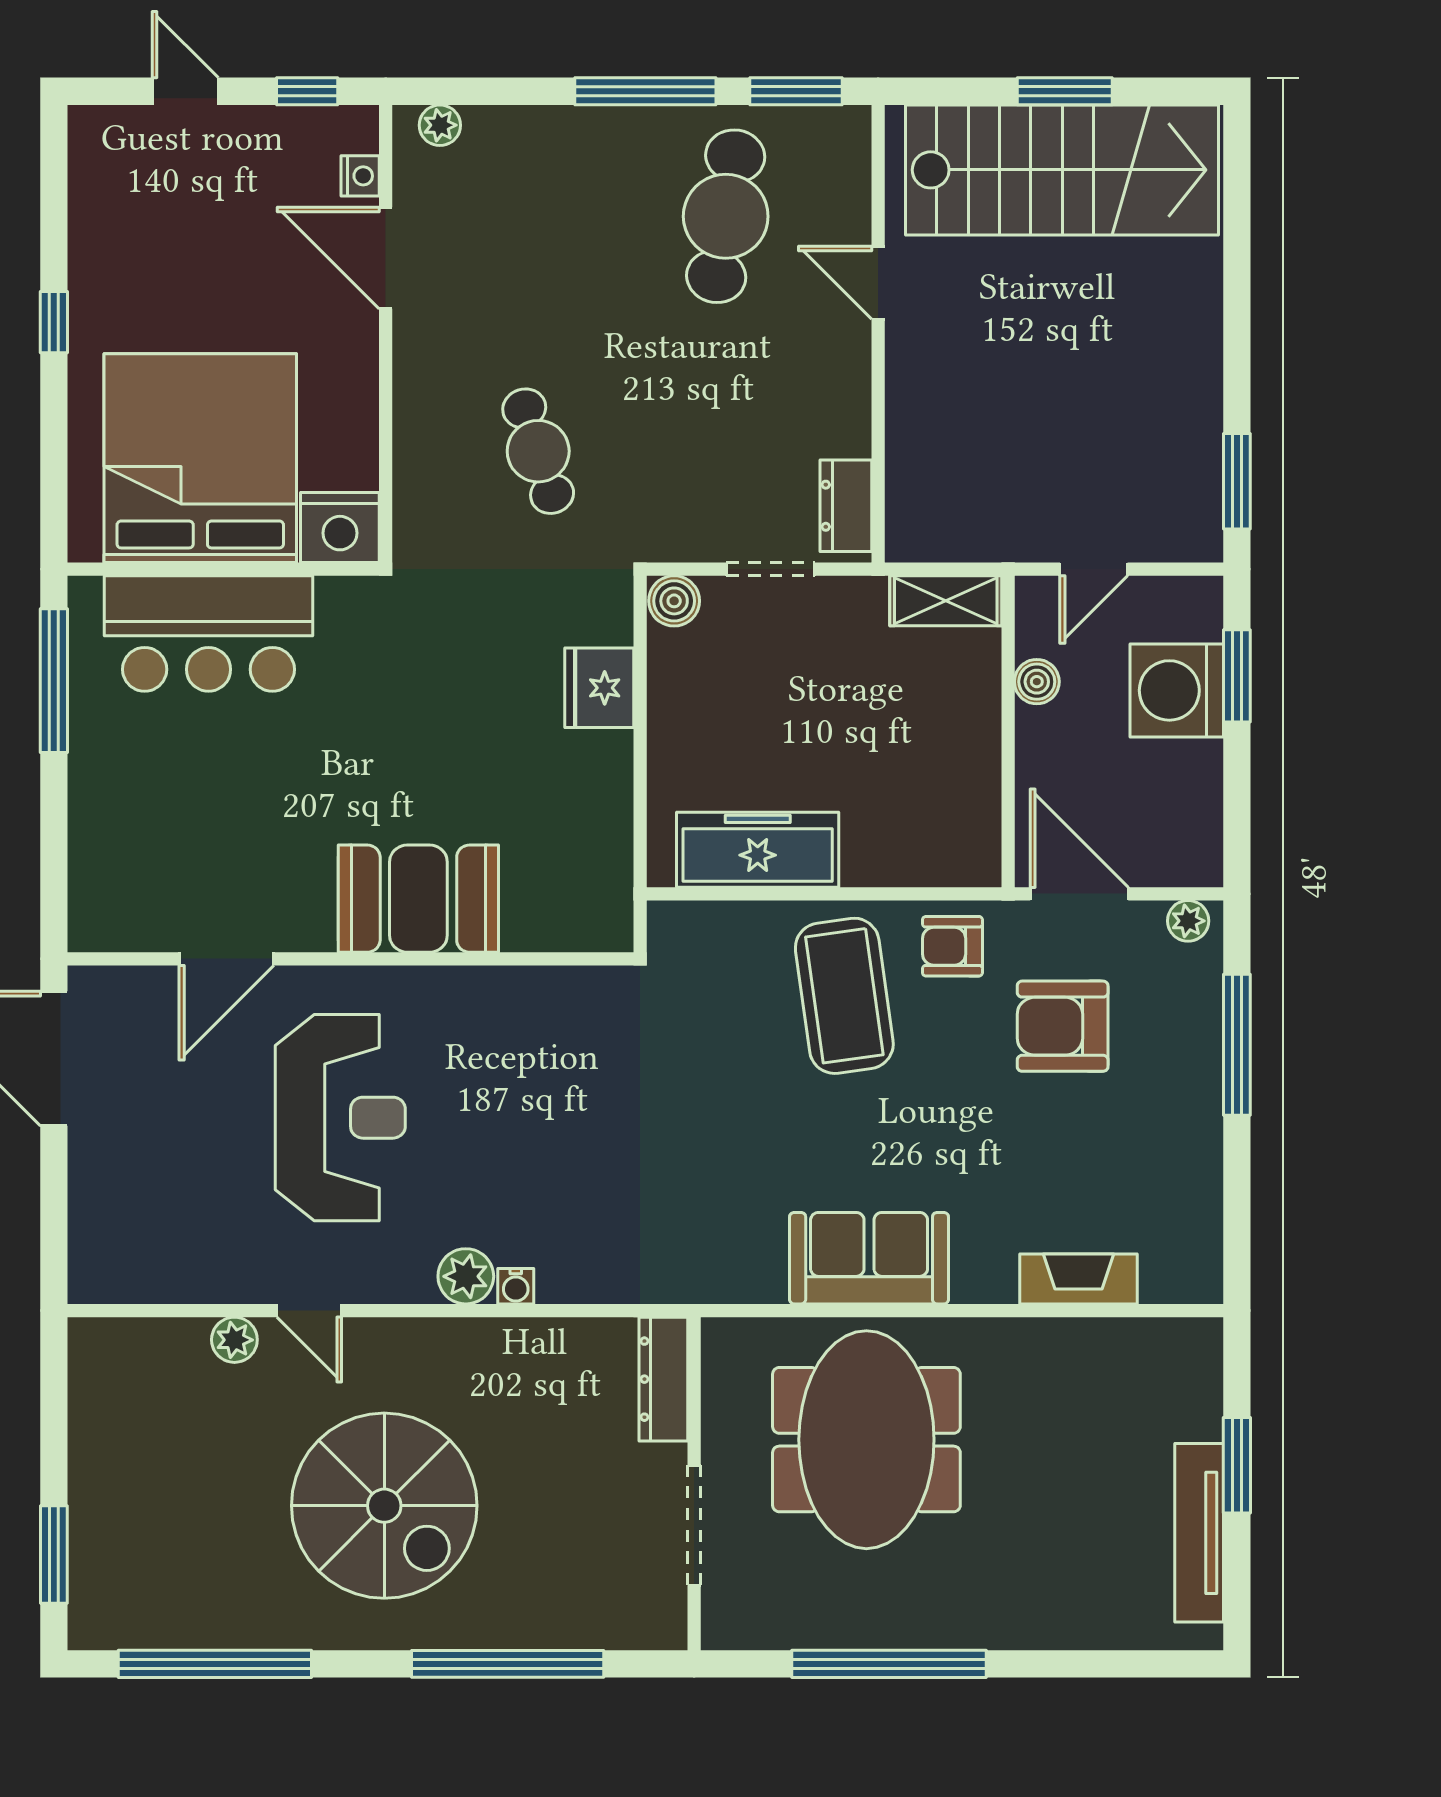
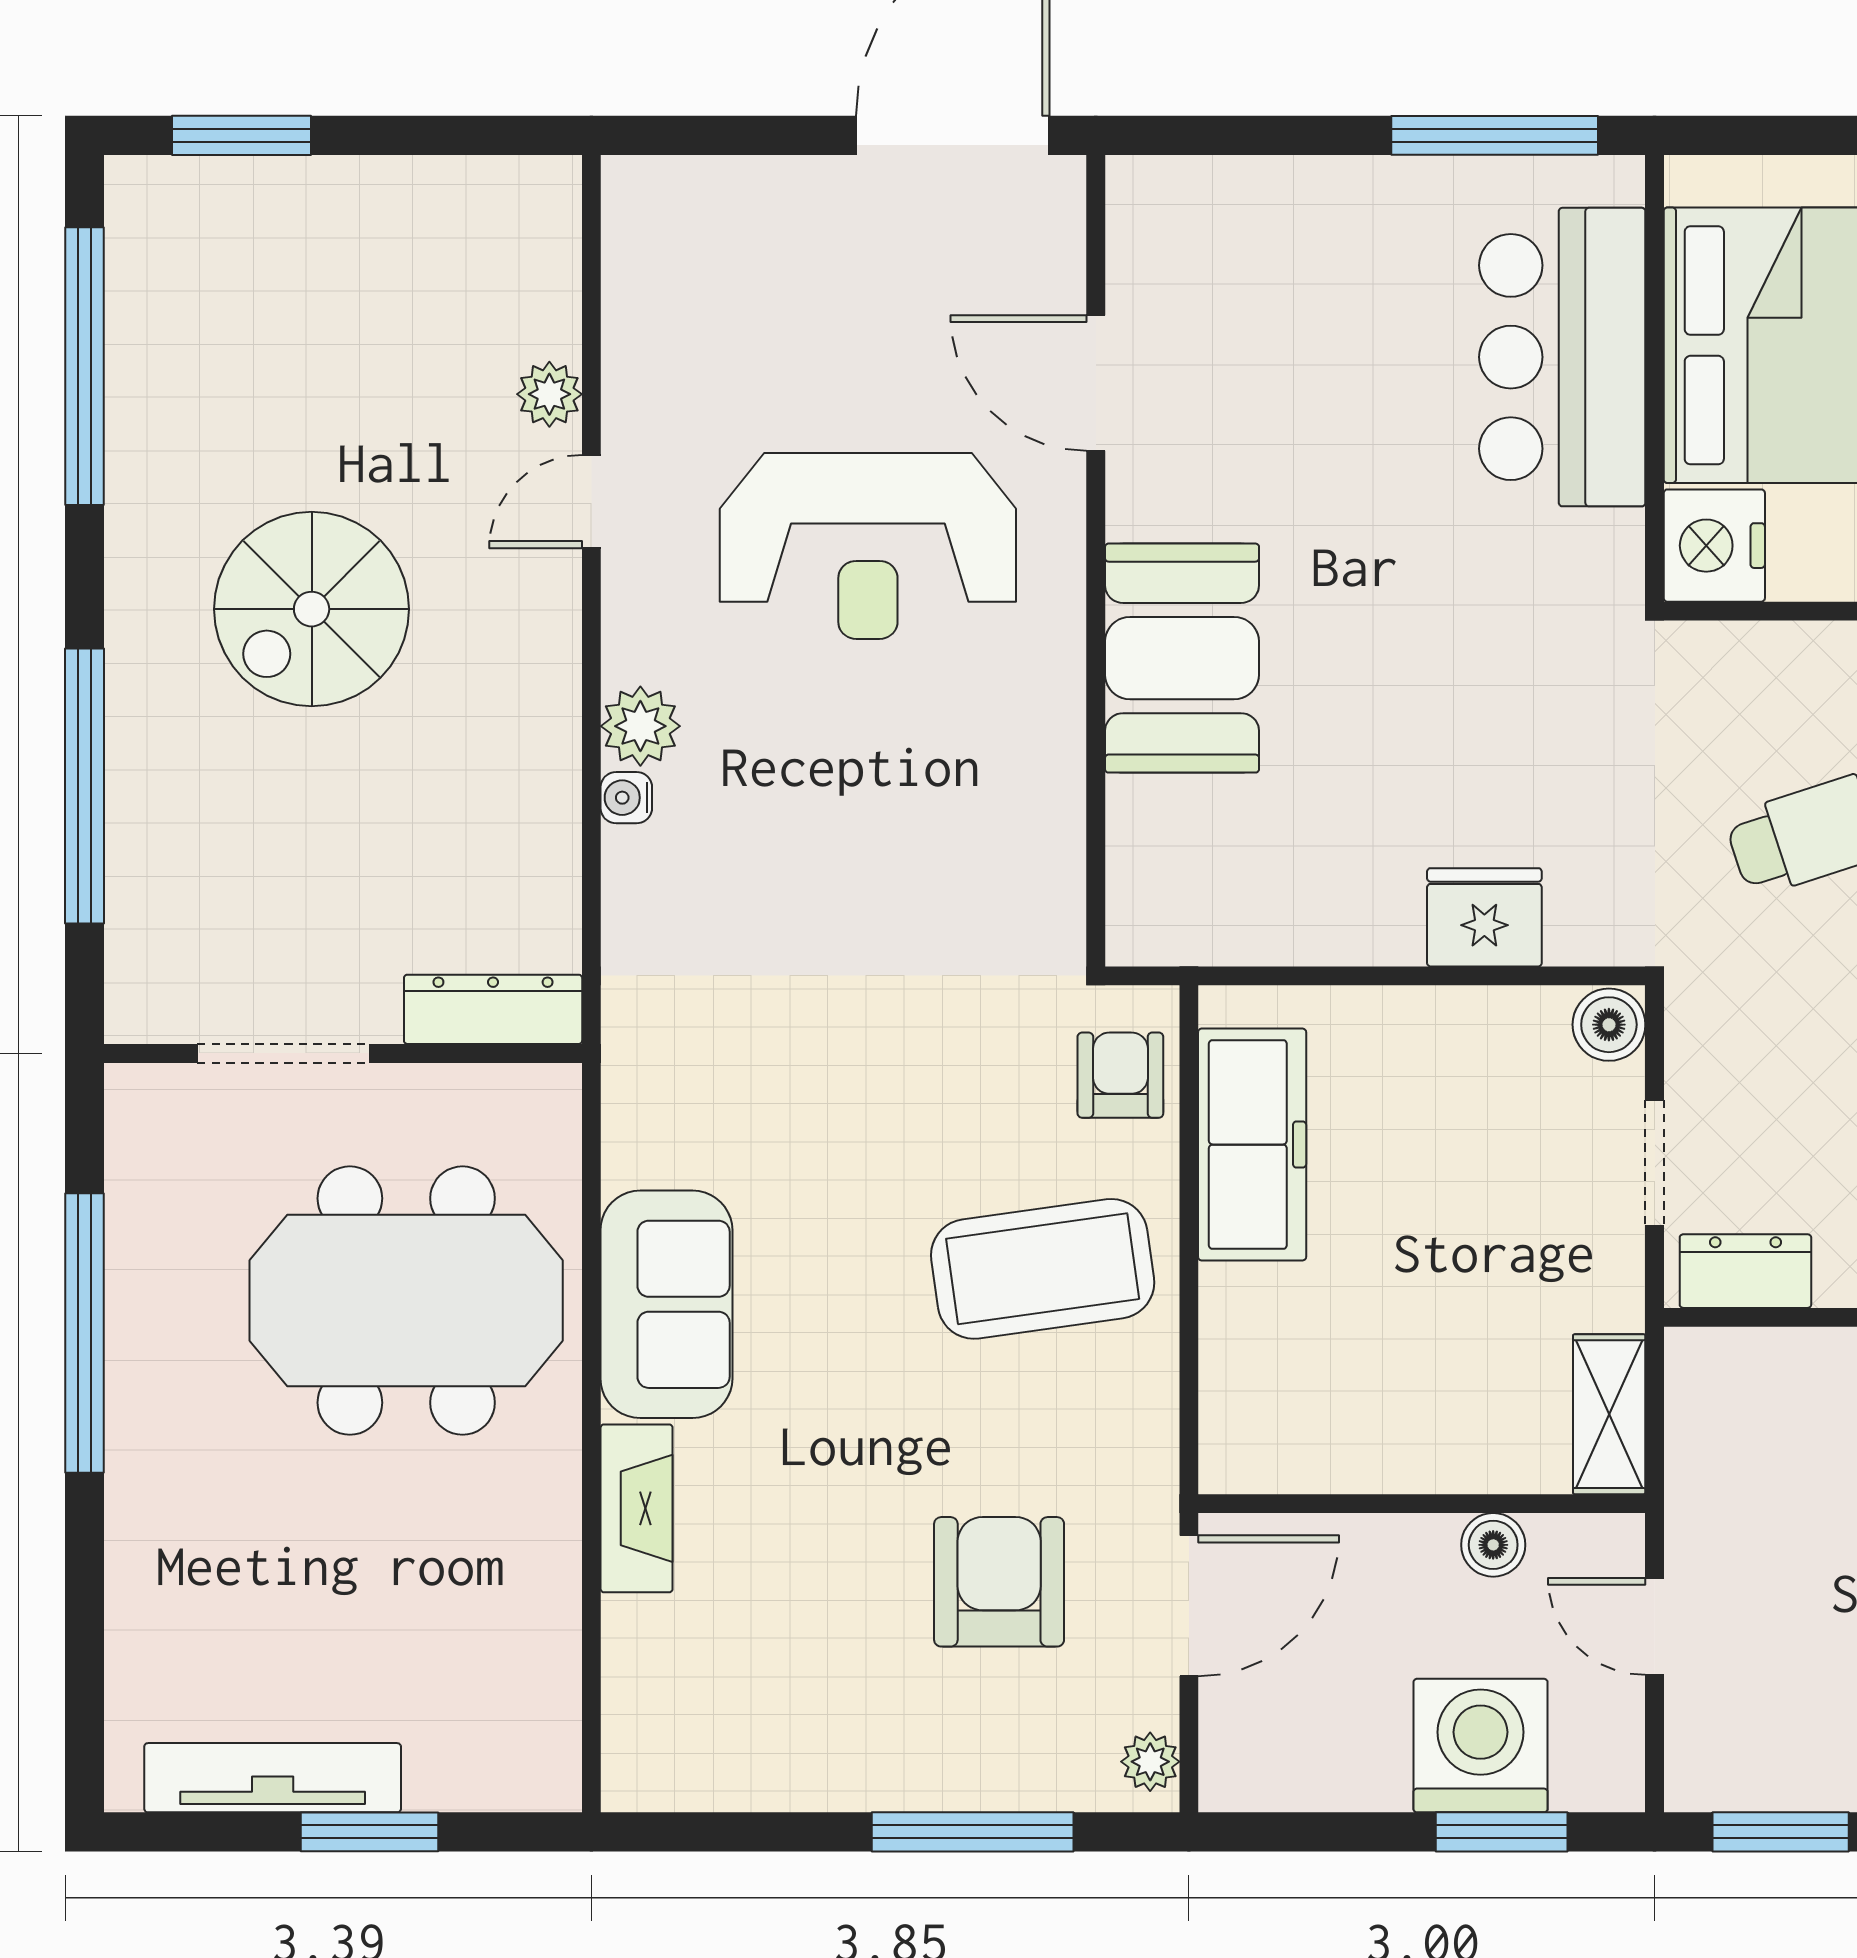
armchair: (952, 946) -> (1120, 1075), moved
fireplace: (1078, 1279) -> (637, 1508), moved
spiral stairs: (384, 1506) -> (312, 609), width x0.73, depth x0.73

